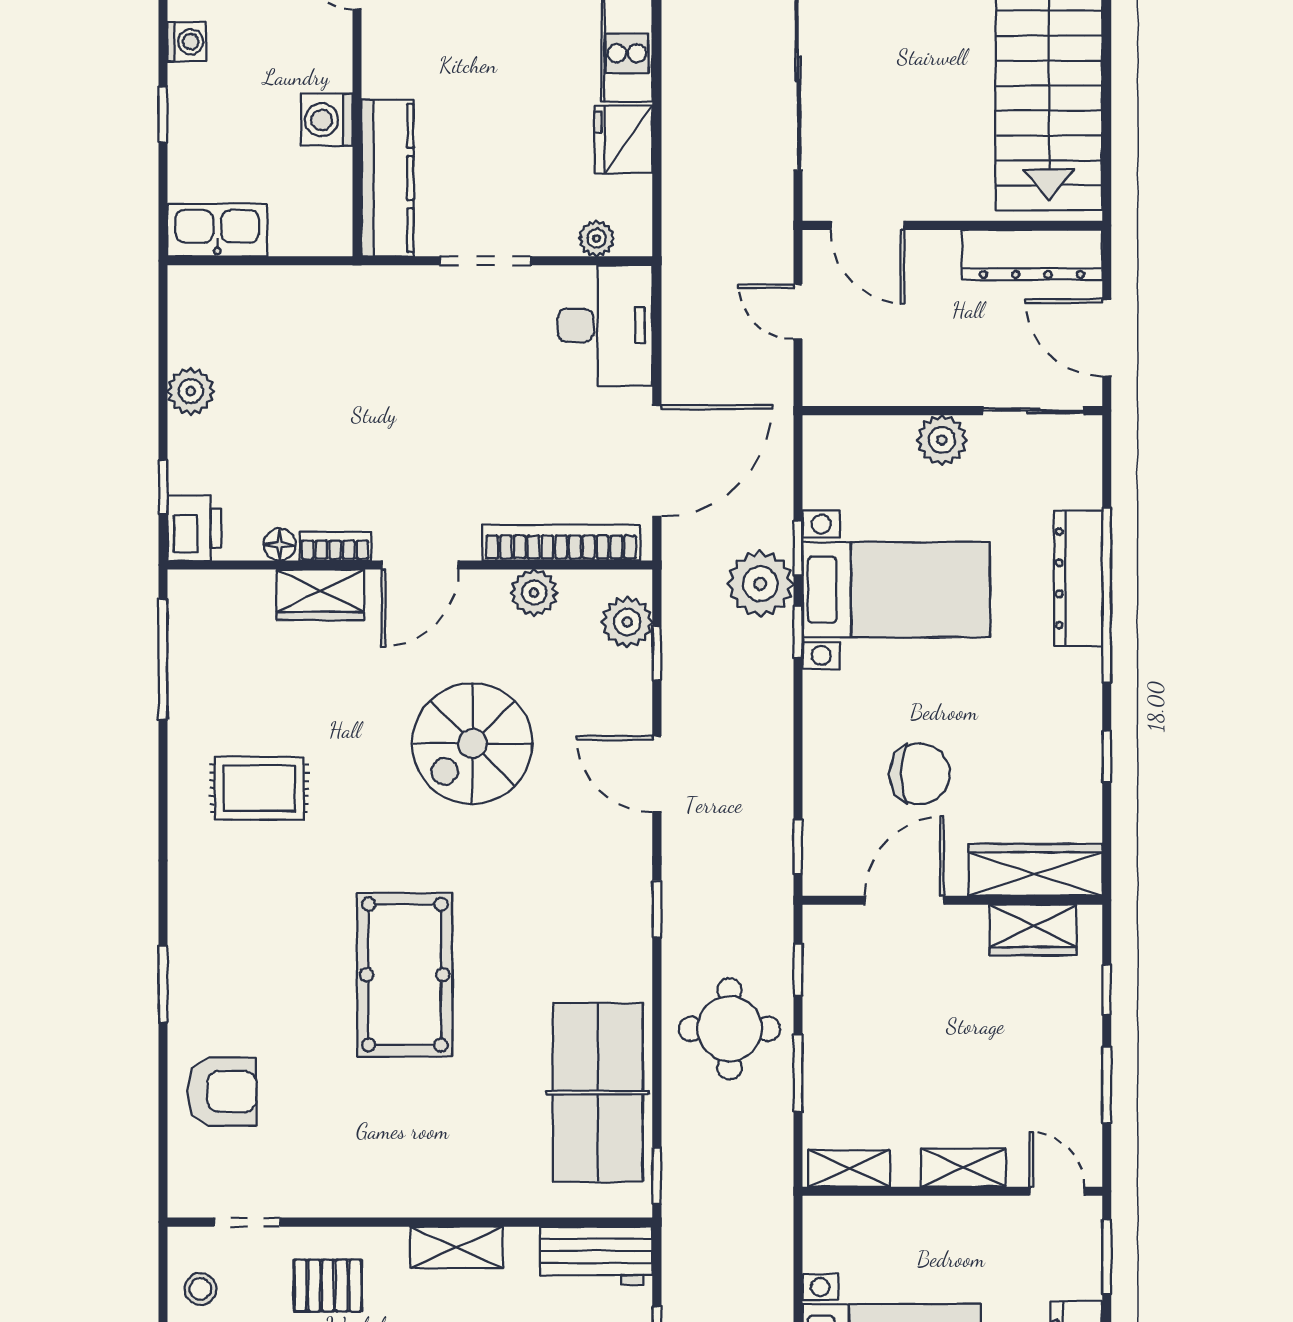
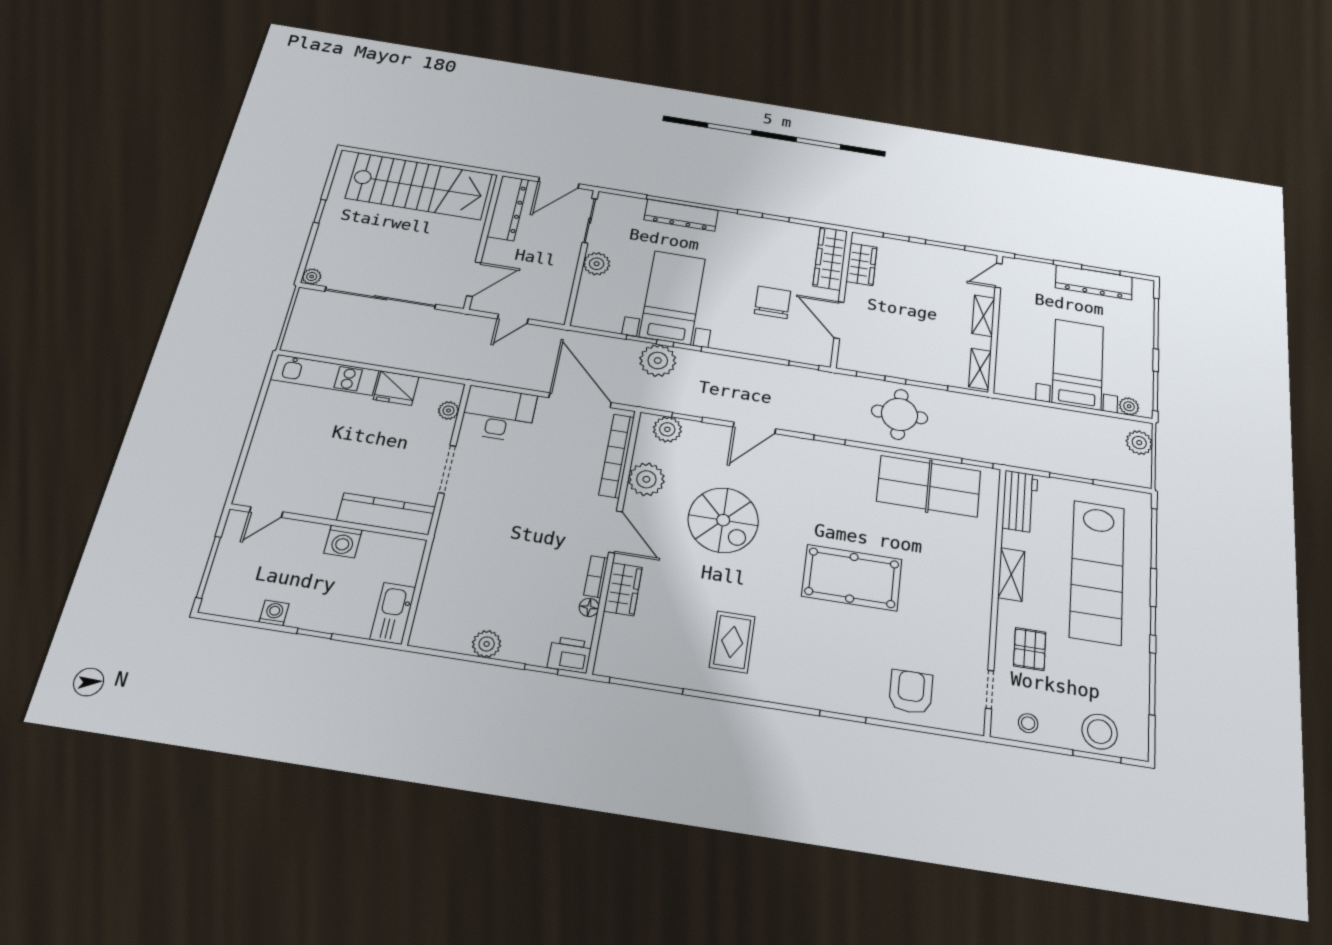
plant: (534, 593) -> (646, 479), width x1.36, depth x1.36

